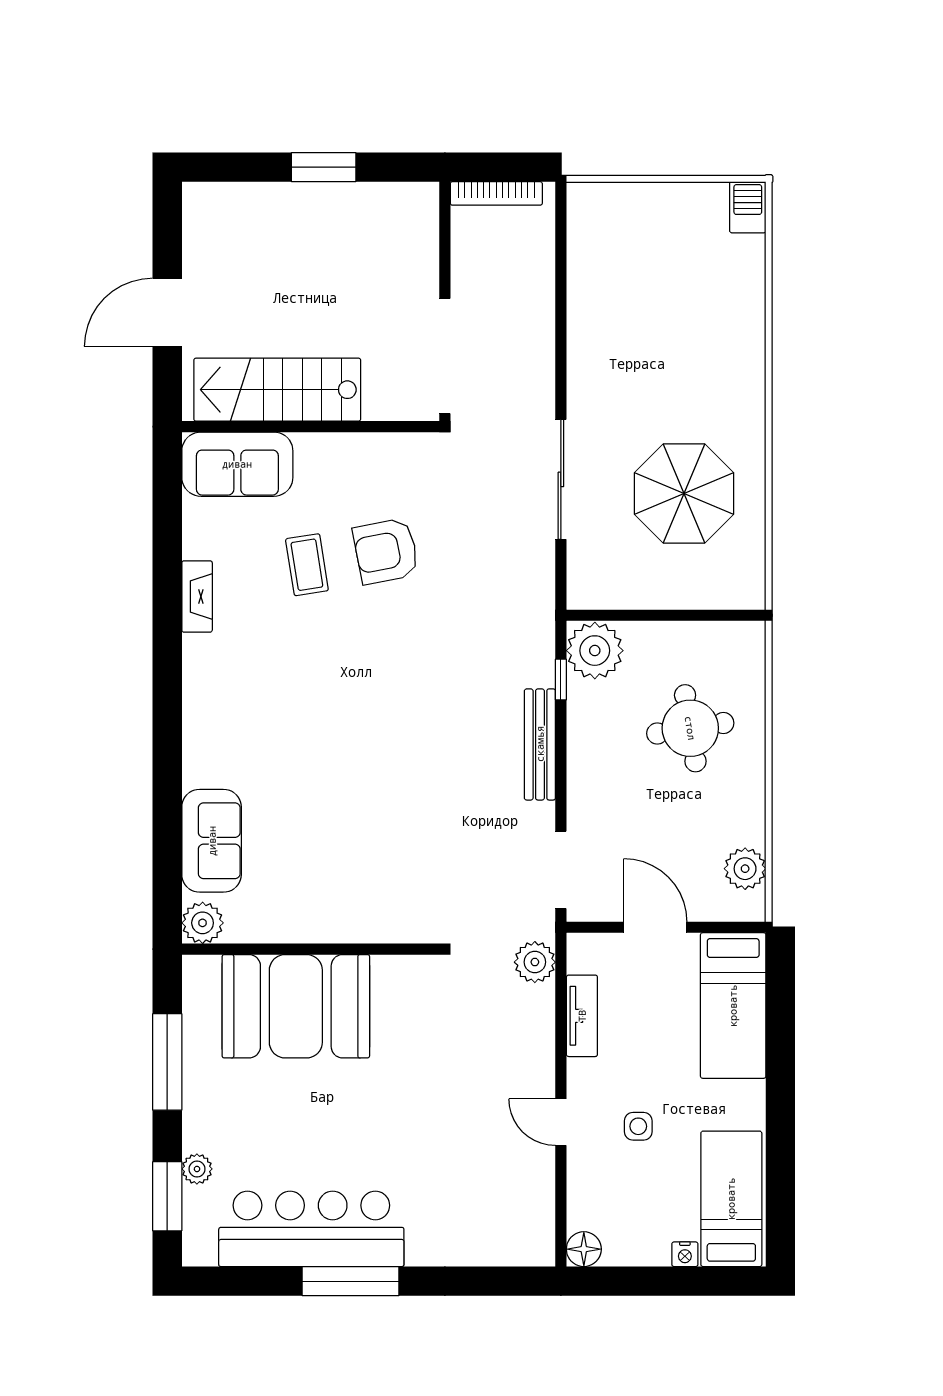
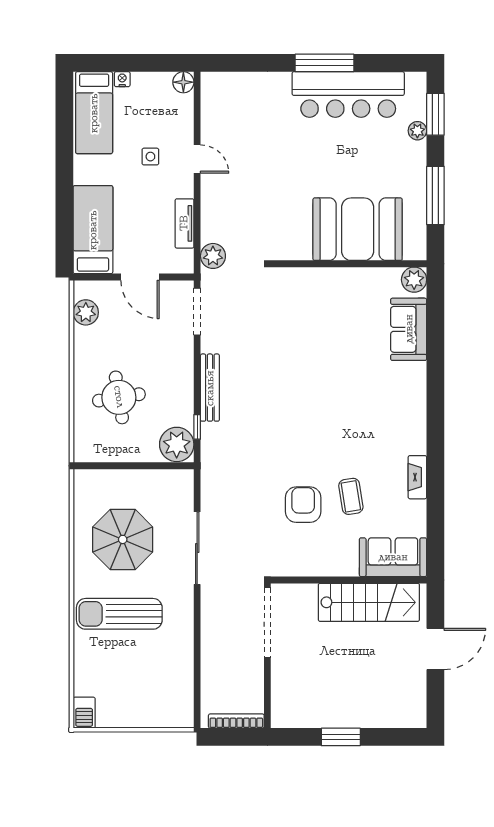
sun lounger: (690, 371) -> (119, 614), added
armchair: (386, 551) -> (303, 505), turned -79

